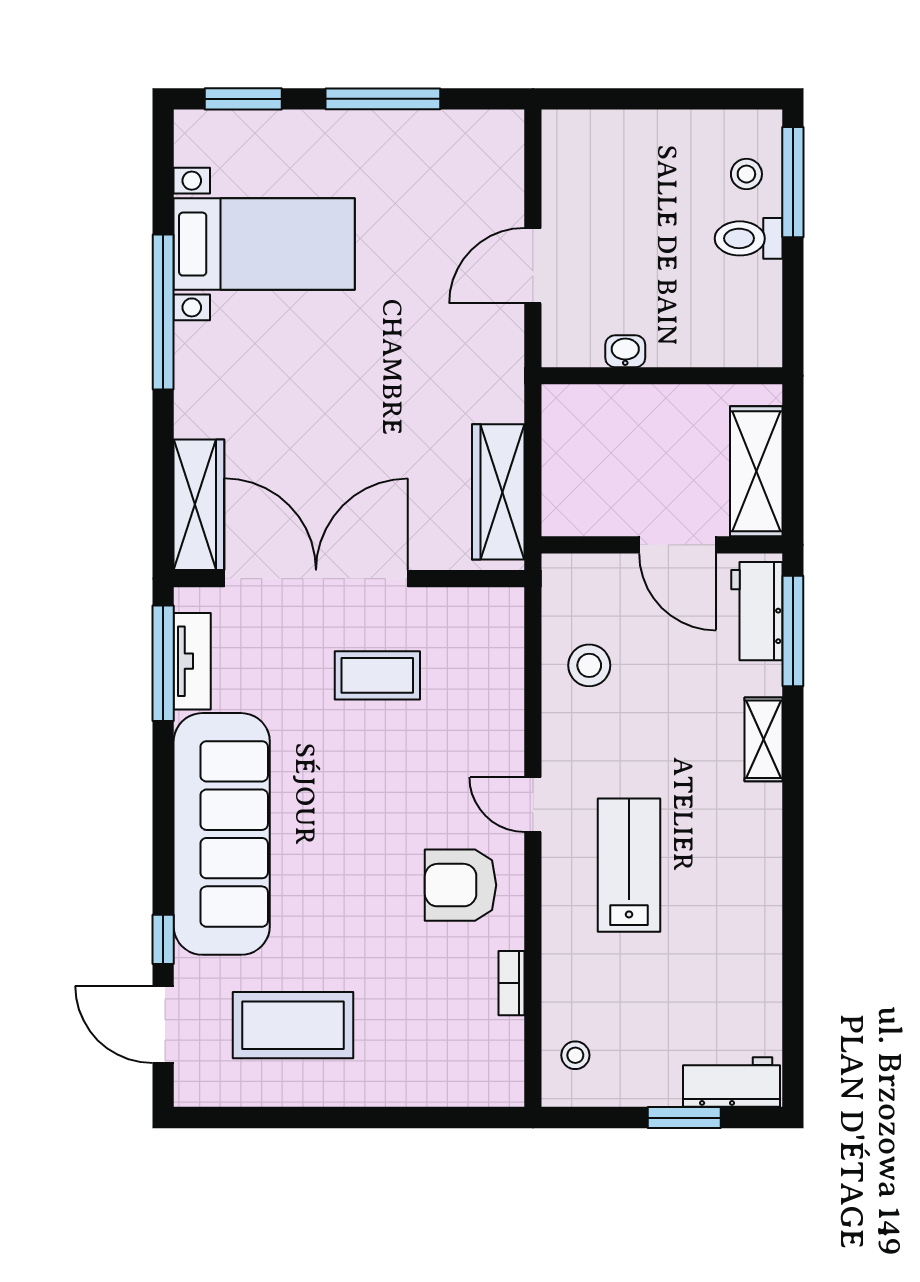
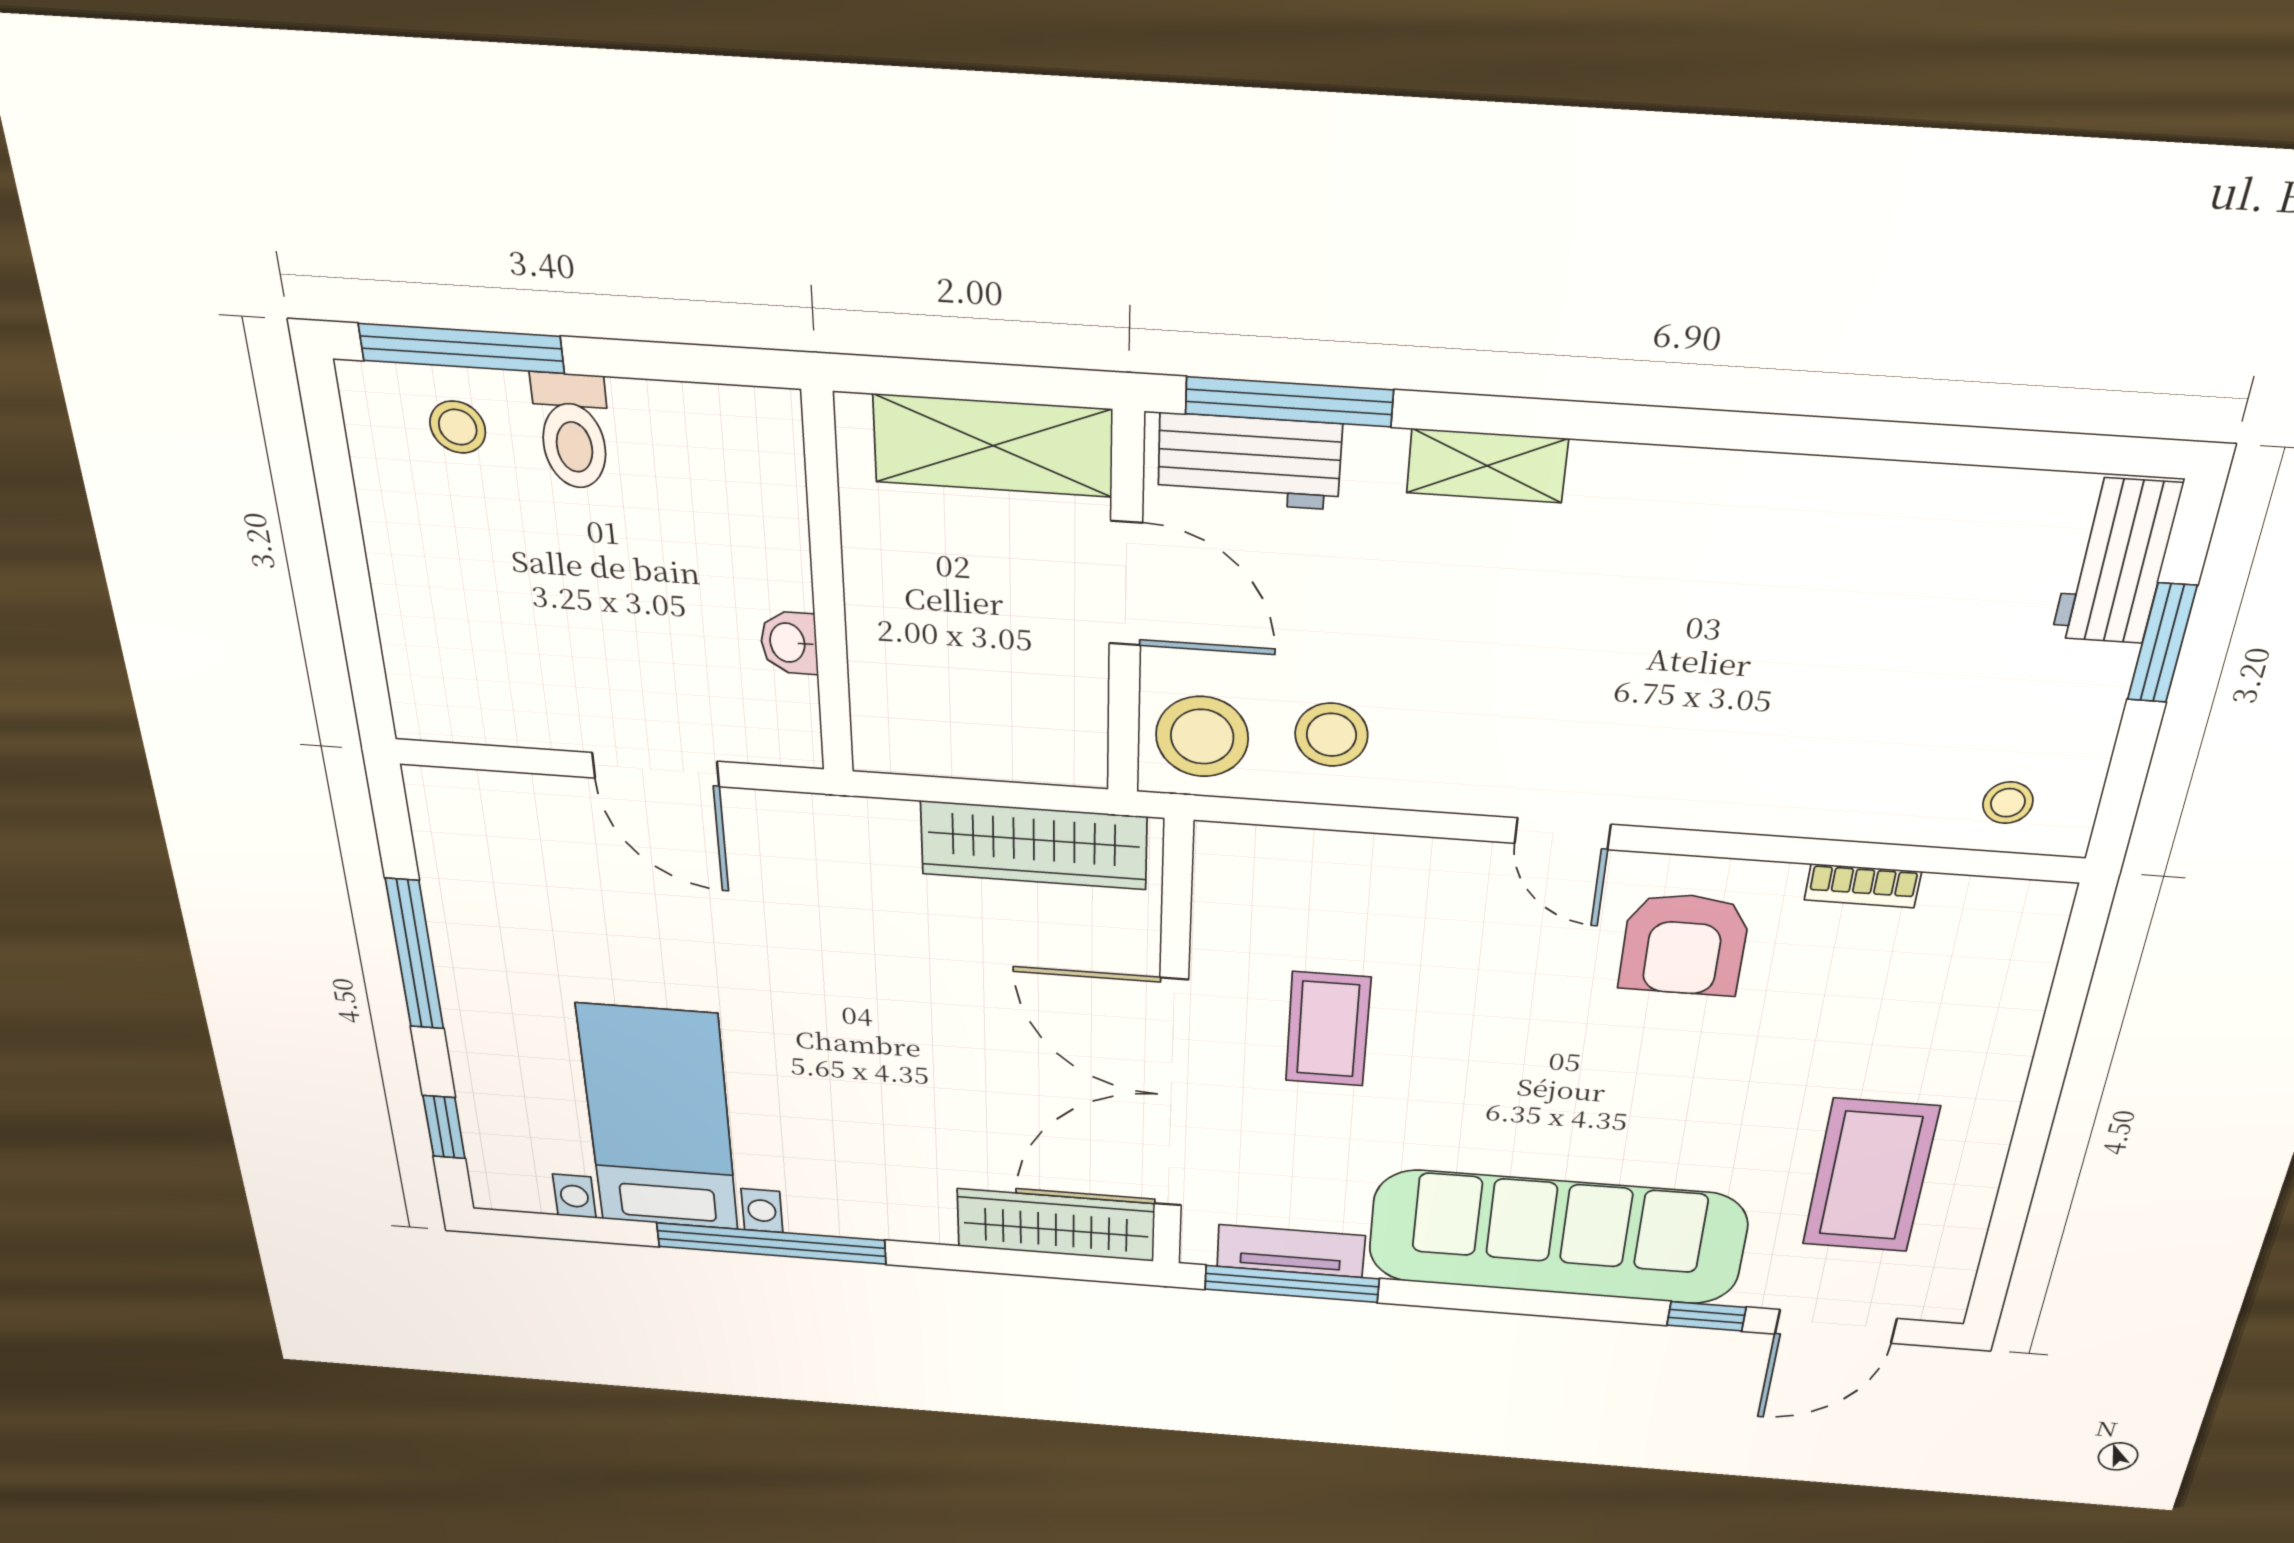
window: (243, 99) -> (444, 1127), width x0.67
door: (678, 545) -> (1126, 584), hinge flipped
stool: (582, 591) -> (1202, 737), added
door: (533, 805) -> (1563, 834), hinge flipped
lab bench: (629, 865) -> (1688, 699), removed

